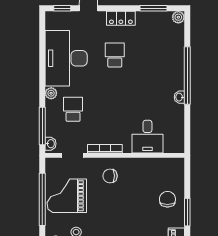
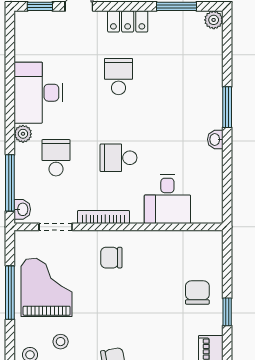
desk: (66, 58) -> (38, 93), width x0.73, depth x0.77
window: (187, 75) -> (227, 107), width x0.47
school desk: (115, 109) -> (119, 158), added
grand piano: (67, 196) -> (47, 287), turned 90
window: (42, 199) -> (10, 293), width x0.68
window: (187, 212) -> (227, 312), width x0.67

